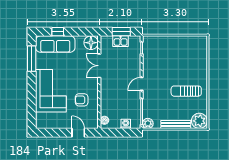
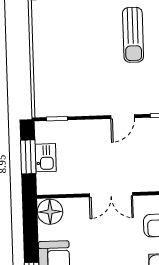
double door: (99, 66) -> (111, 195), moved
door: (142, 84) -> (123, 117), hinge flipped

